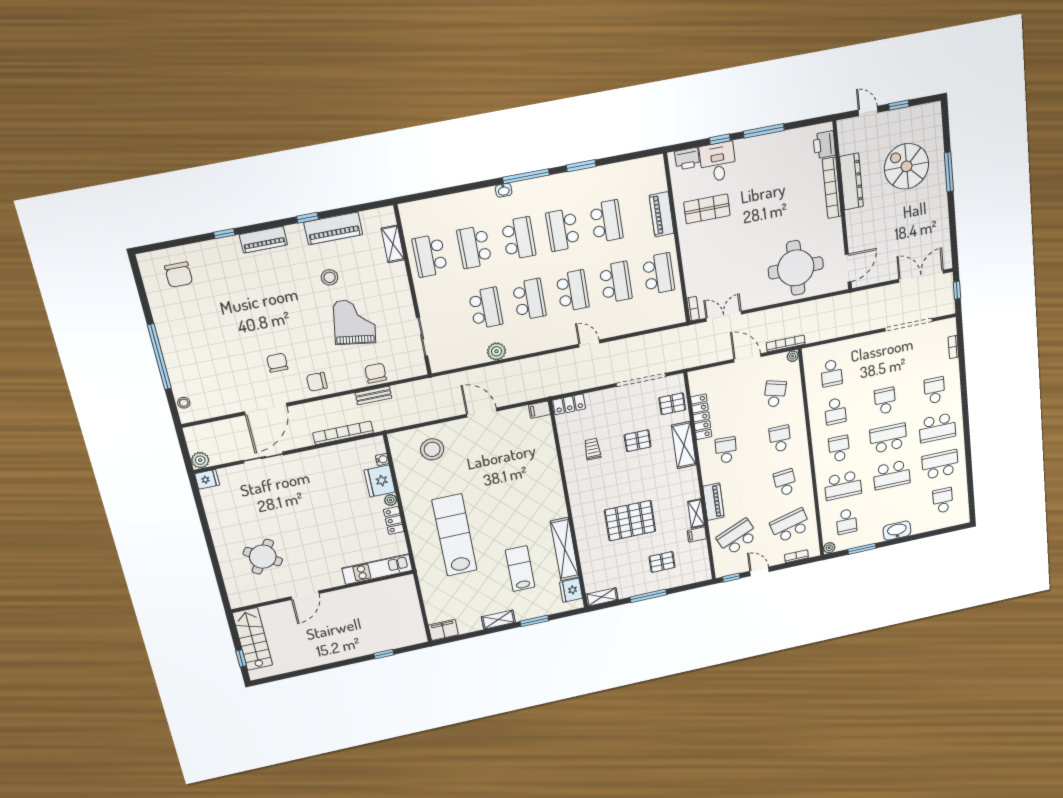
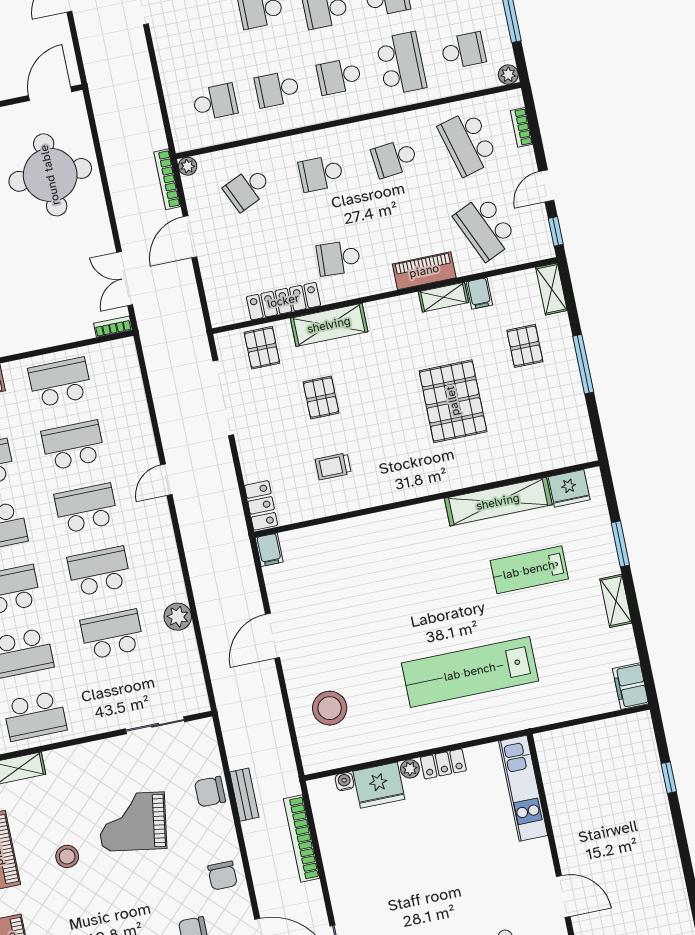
door: (848, 268) -> (50, 94), hinge flipped
school desk: (775, 394) -> (248, 189), turned -39
school desk: (835, 411) -> (277, 89), turned 180
shelving: (602, 597) -> (551, 289), moved

